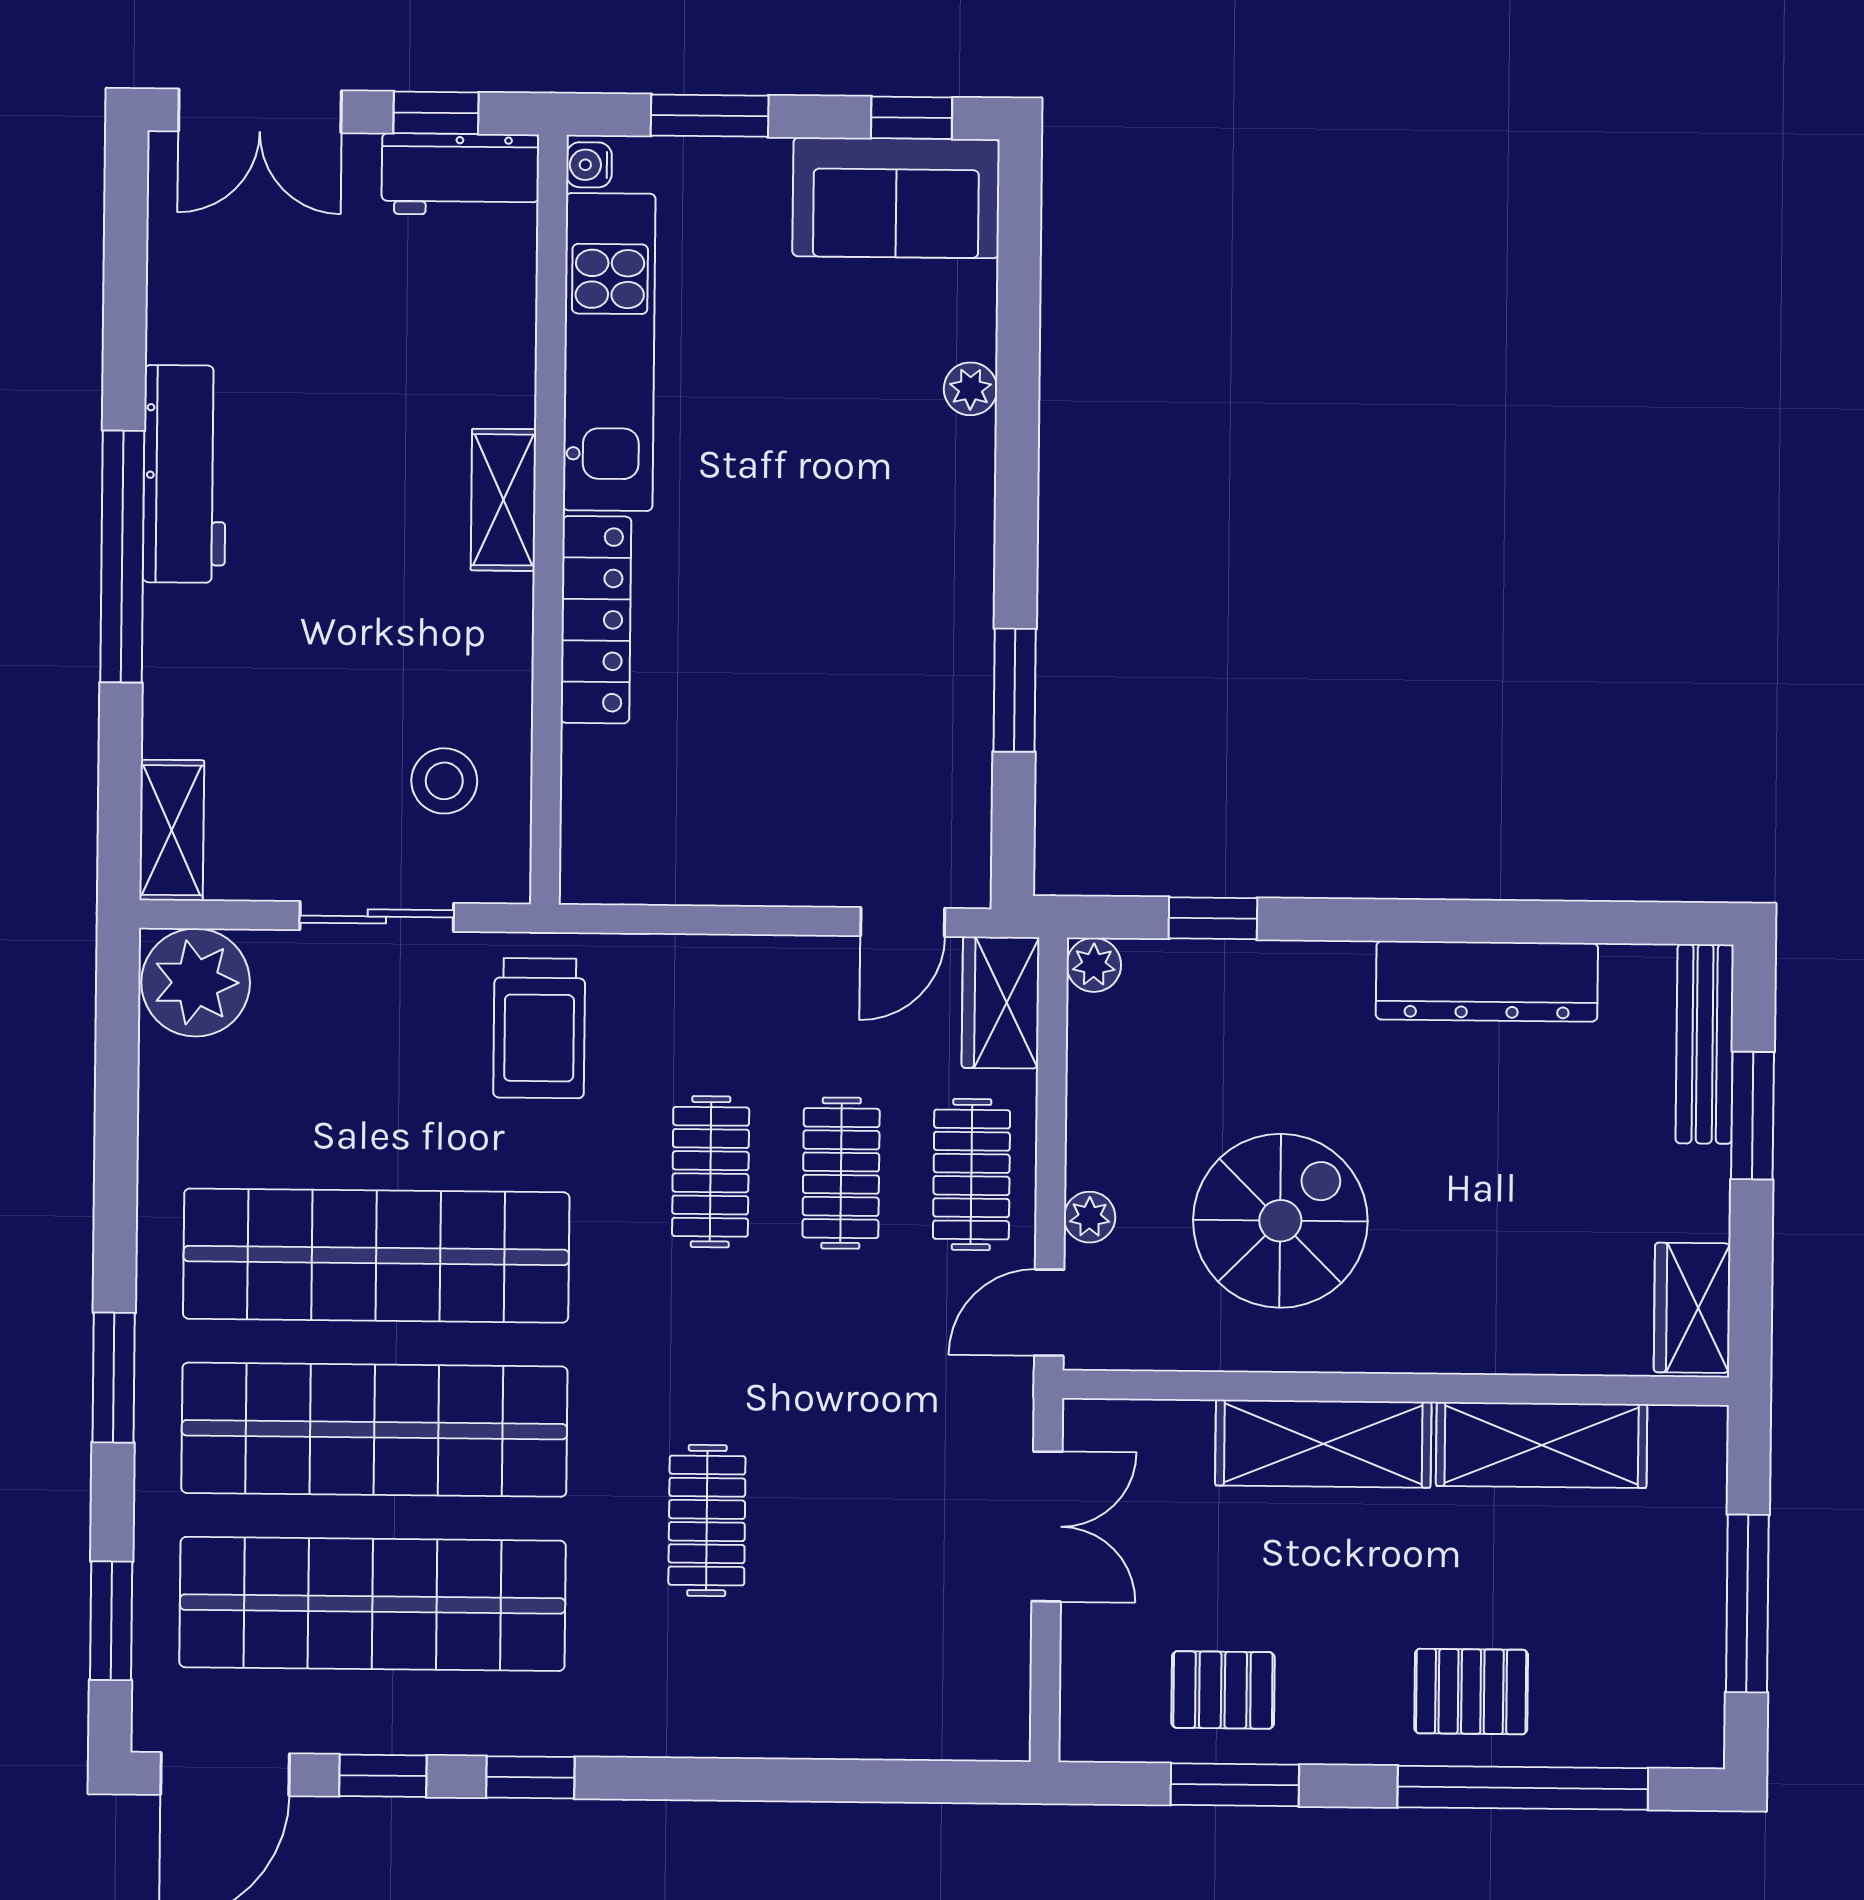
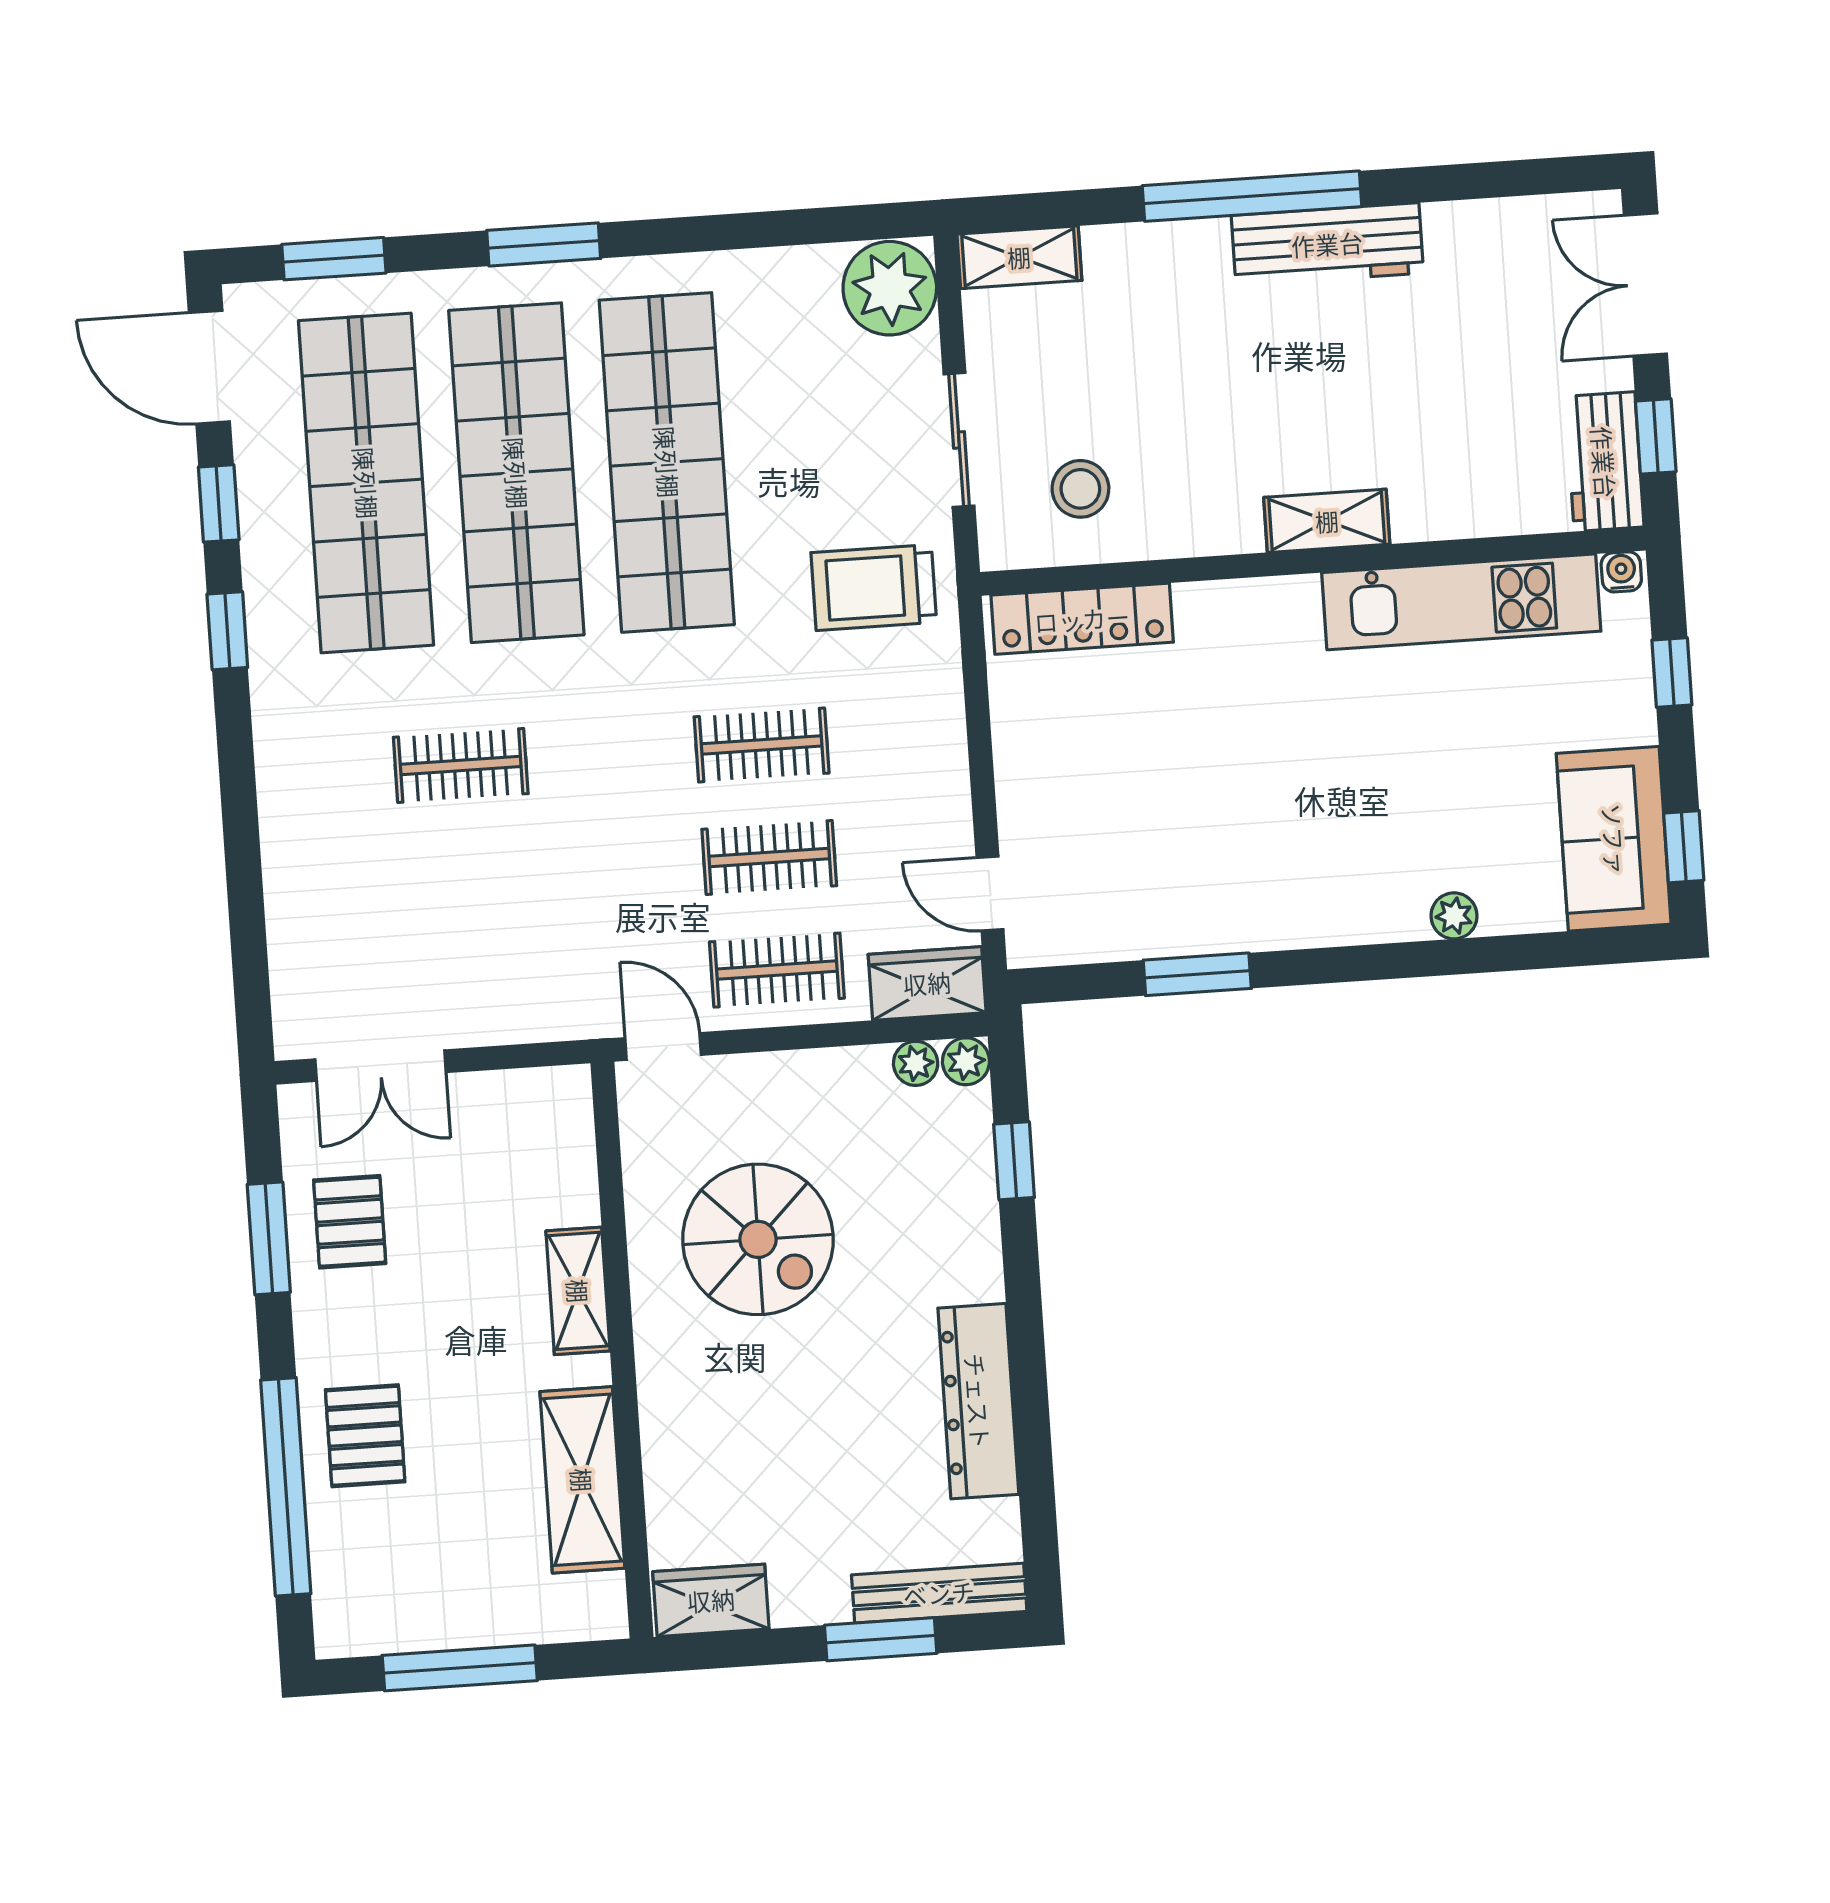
window: (710, 116) -> (1672, 672), width x0.67
locker: (596, 620) -> (1082, 619), moved
plant: (1090, 1217) -> (916, 1063), moved
shelving: (1323, 1444) -> (578, 1291), width x0.67, depth x0.75
double door: (1047, 1526) -> (381, 1066), moved

